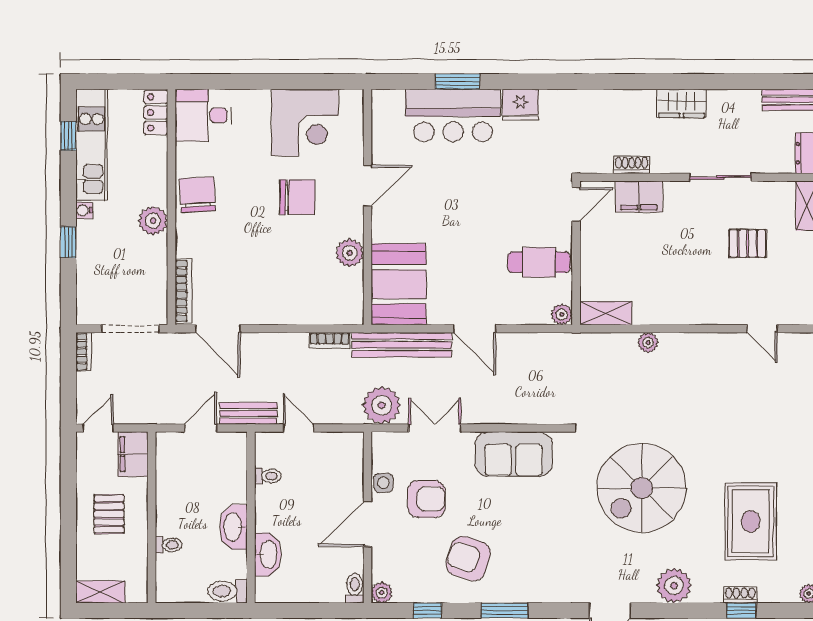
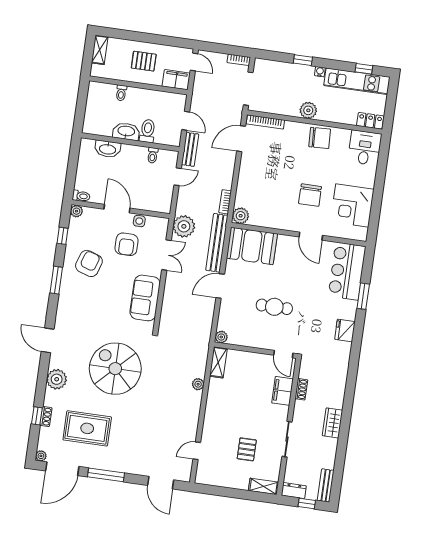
bar counter: (453, 115) -> (347, 271), moved
plant: (350, 253) -> (241, 216), moved
cafe table: (539, 262) -> (274, 307), moved, turned 90
toilet: (227, 591) -> (148, 131), moved

